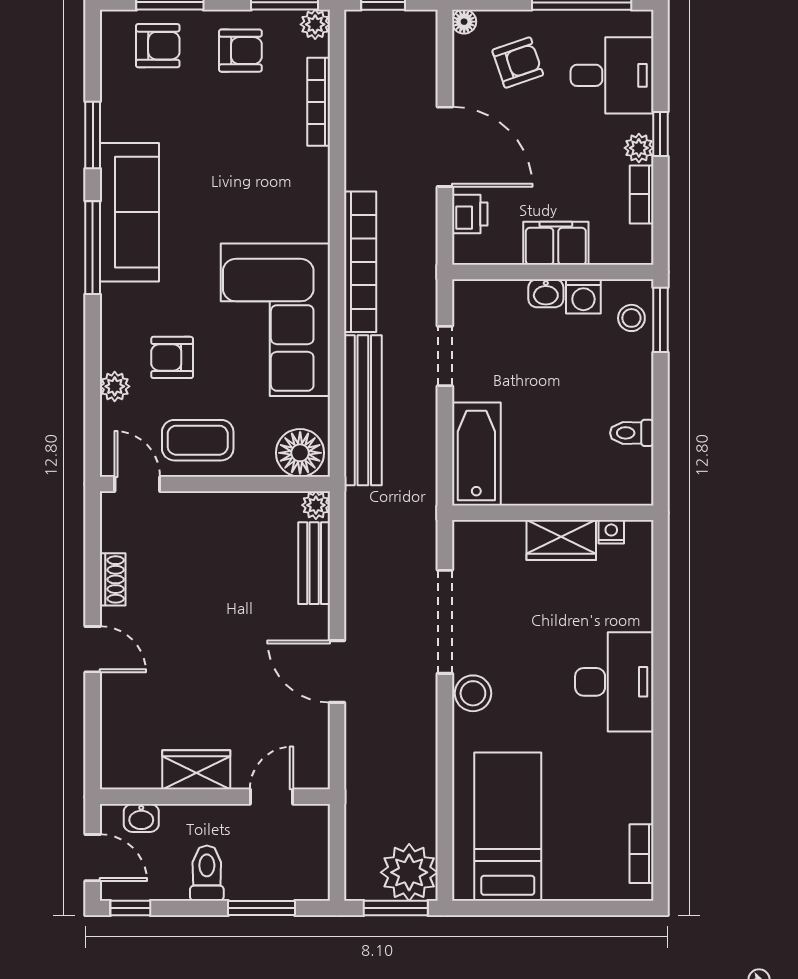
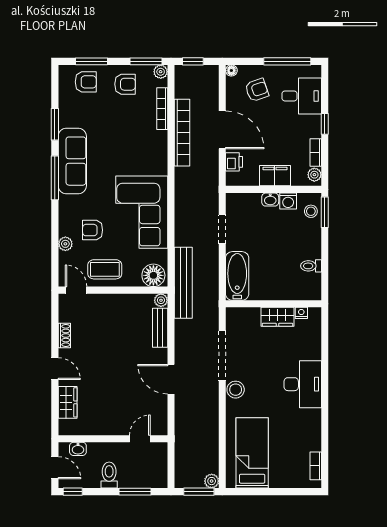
plant: (639, 148) -> (314, 175), moved
bookcase: (360, 262) -> (182, 133), moved
bench: (363, 410) -> (183, 283), moved
wardrobe: (196, 770) -> (68, 402), moved, turned 90
plant: (409, 872) -> (212, 481), width x0.53, depth x0.53

